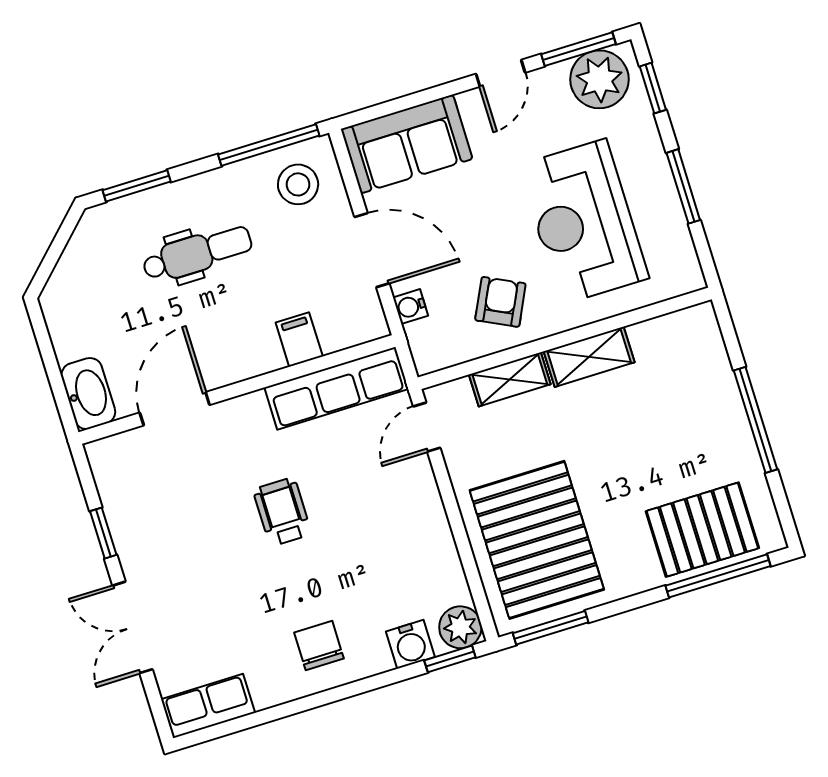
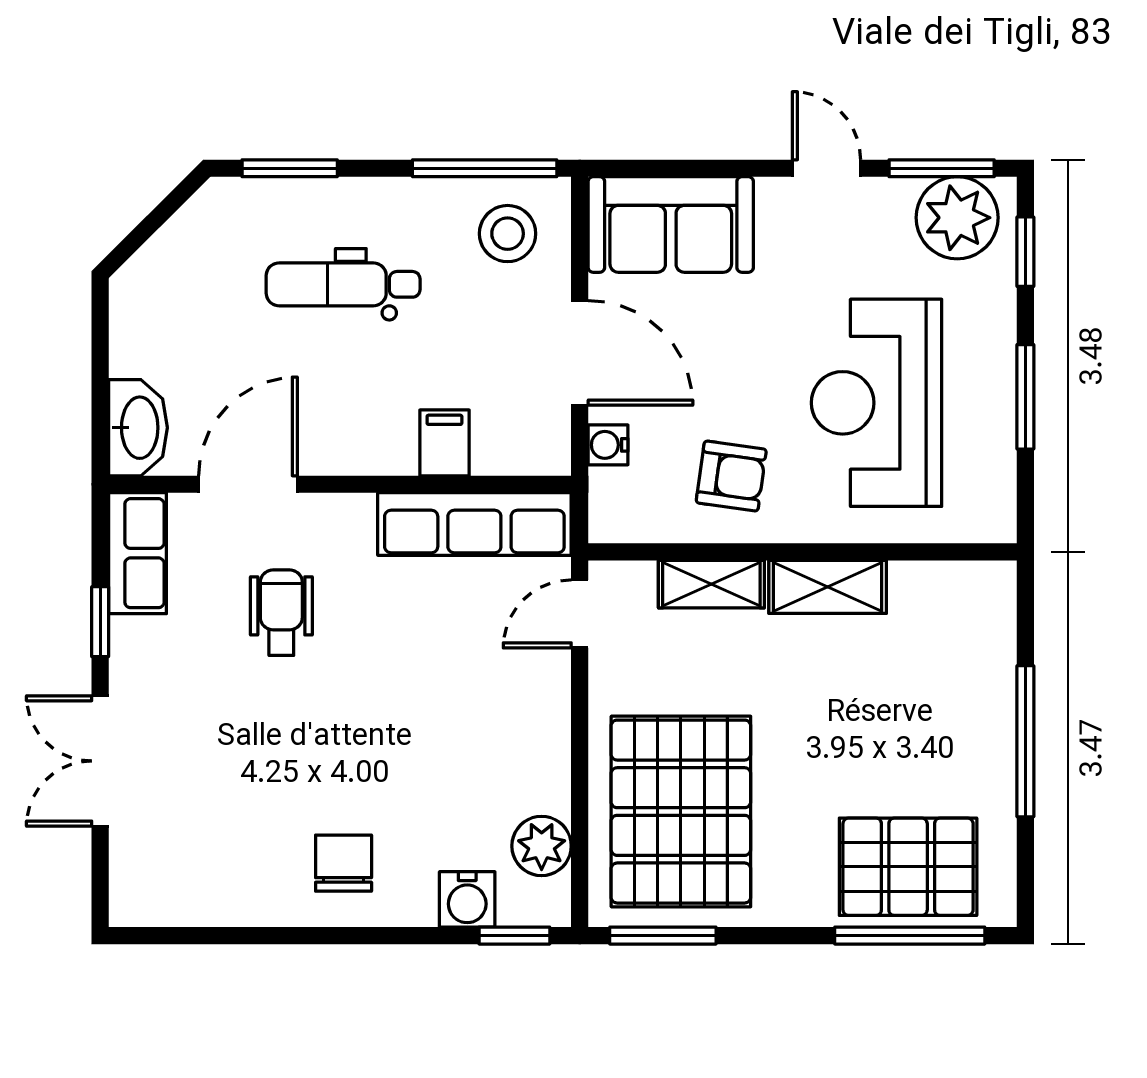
door: (500, 73) -> (826, 168), swing flipped
dental chair: (197, 253) -> (343, 284), turned 180
armchair: (500, 302) -> (731, 476), turned 72
wheelchair: (282, 512) -> (281, 613), moved
plant: (460, 627) -> (542, 846), moved
row of seats: (208, 706) -> (138, 553), moved, turned 90

